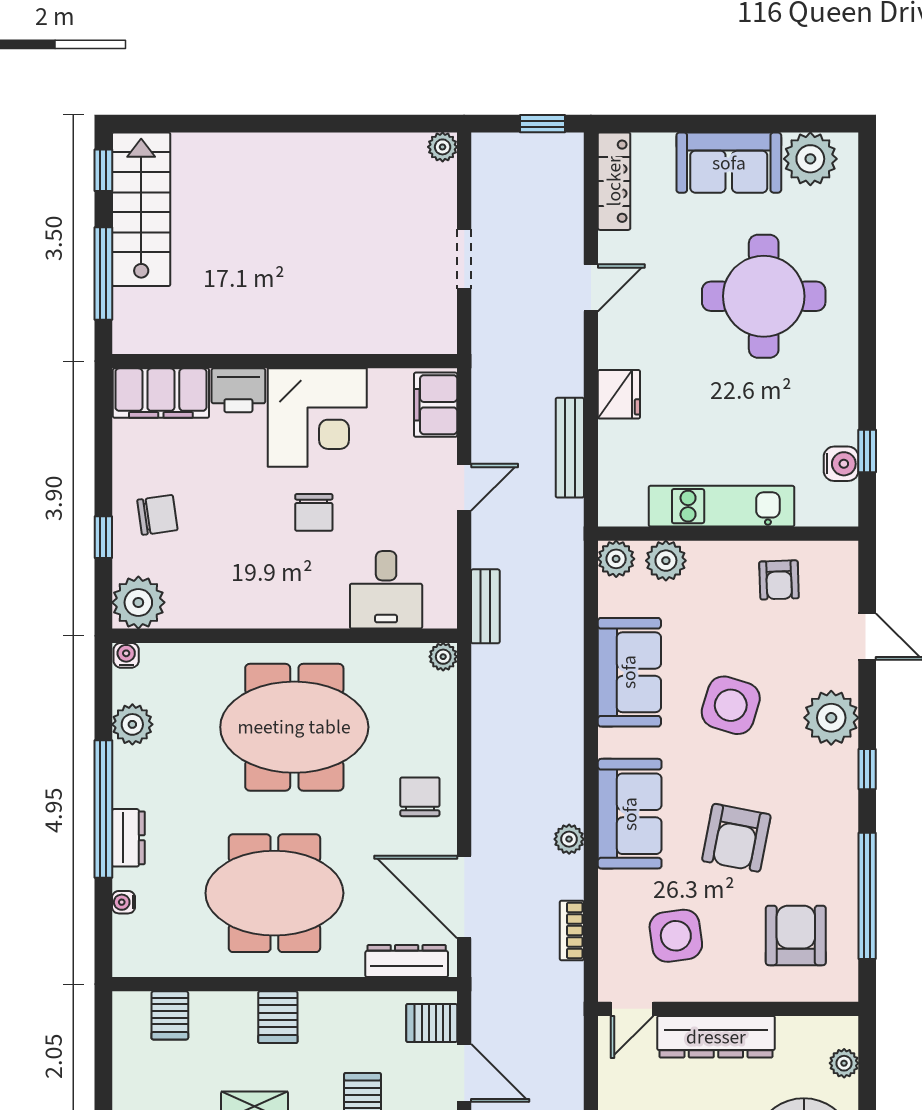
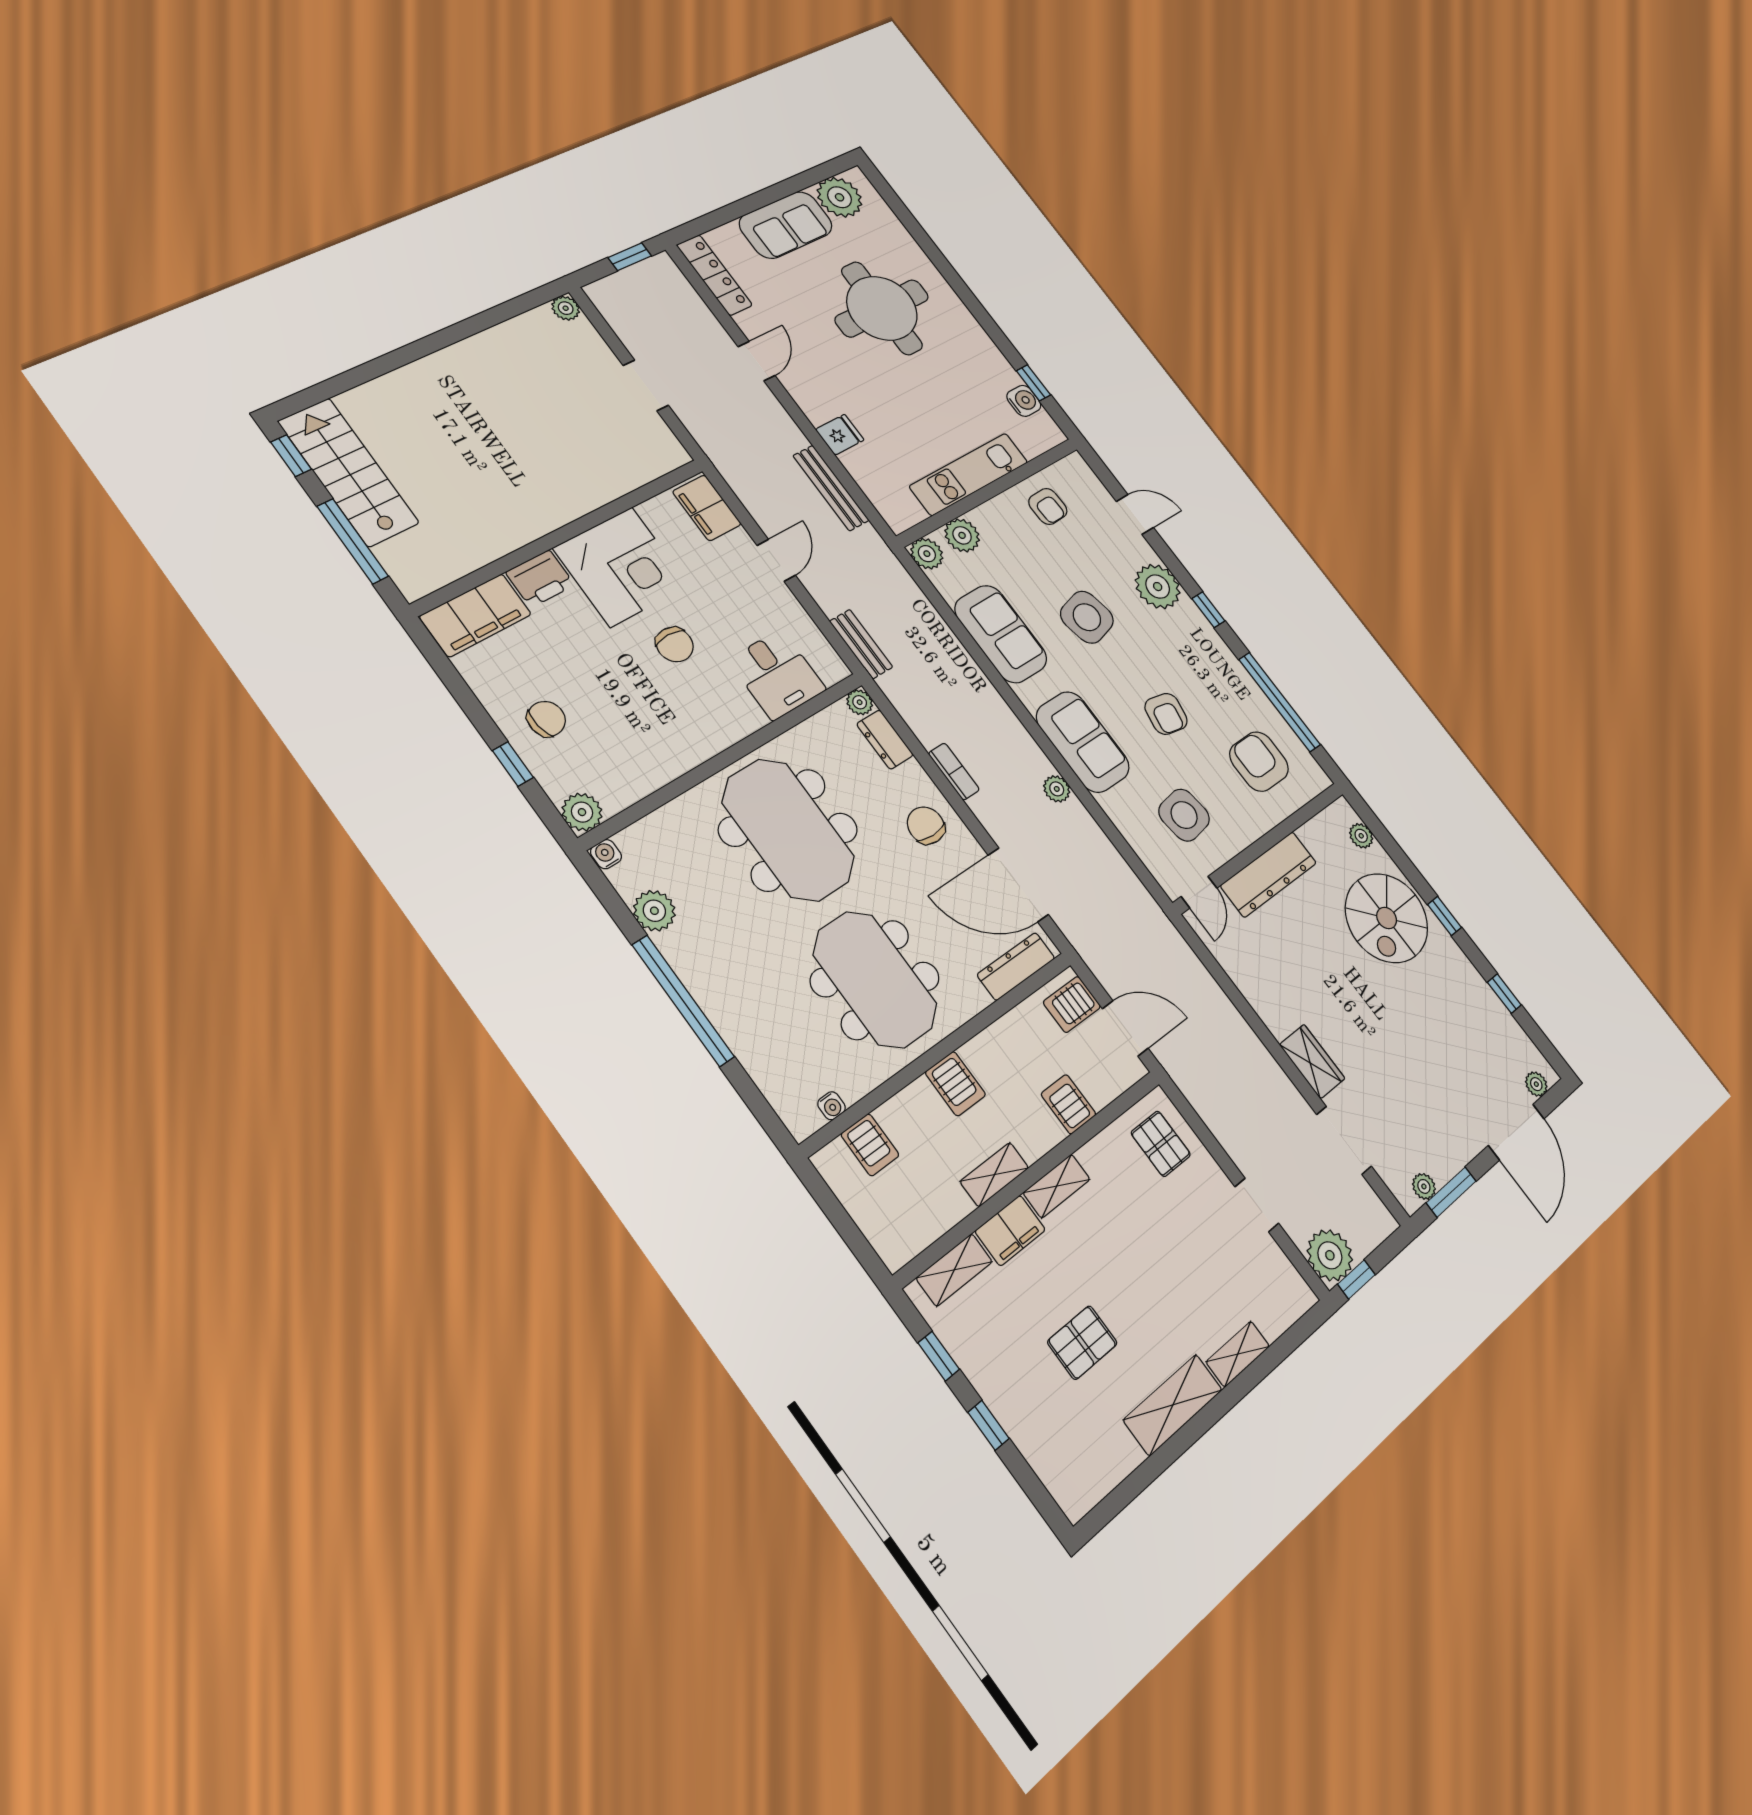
fridge: (619, 394) -> (840, 435), width x0.72
plant: (138, 602) -> (582, 812), width x0.73, depth x0.73
side table: (731, 705) -> (1087, 617), turned -30
meeting table: (294, 727) -> (788, 830), turned 90
dresser: (128, 838) -> (885, 740), moved, turned 180
armchair: (736, 838) -> (1166, 714), width x0.72, depth x0.72
meeting table: (274, 893) -> (875, 979), turned 90
water cooler: (124, 902) -> (832, 1106), moved, turned -90
bookcase: (572, 930) -> (954, 771), moved, turned 180

